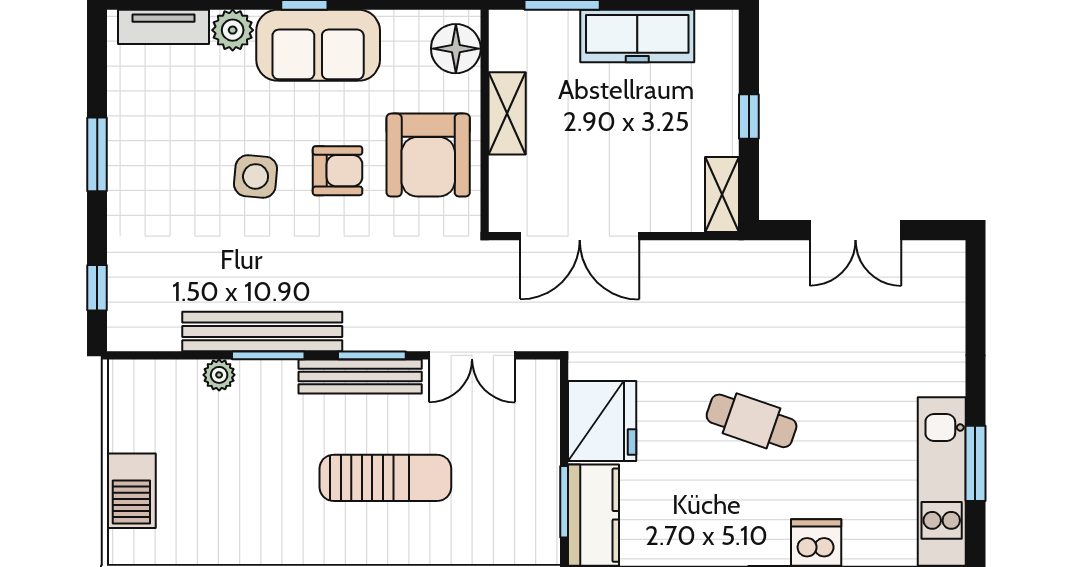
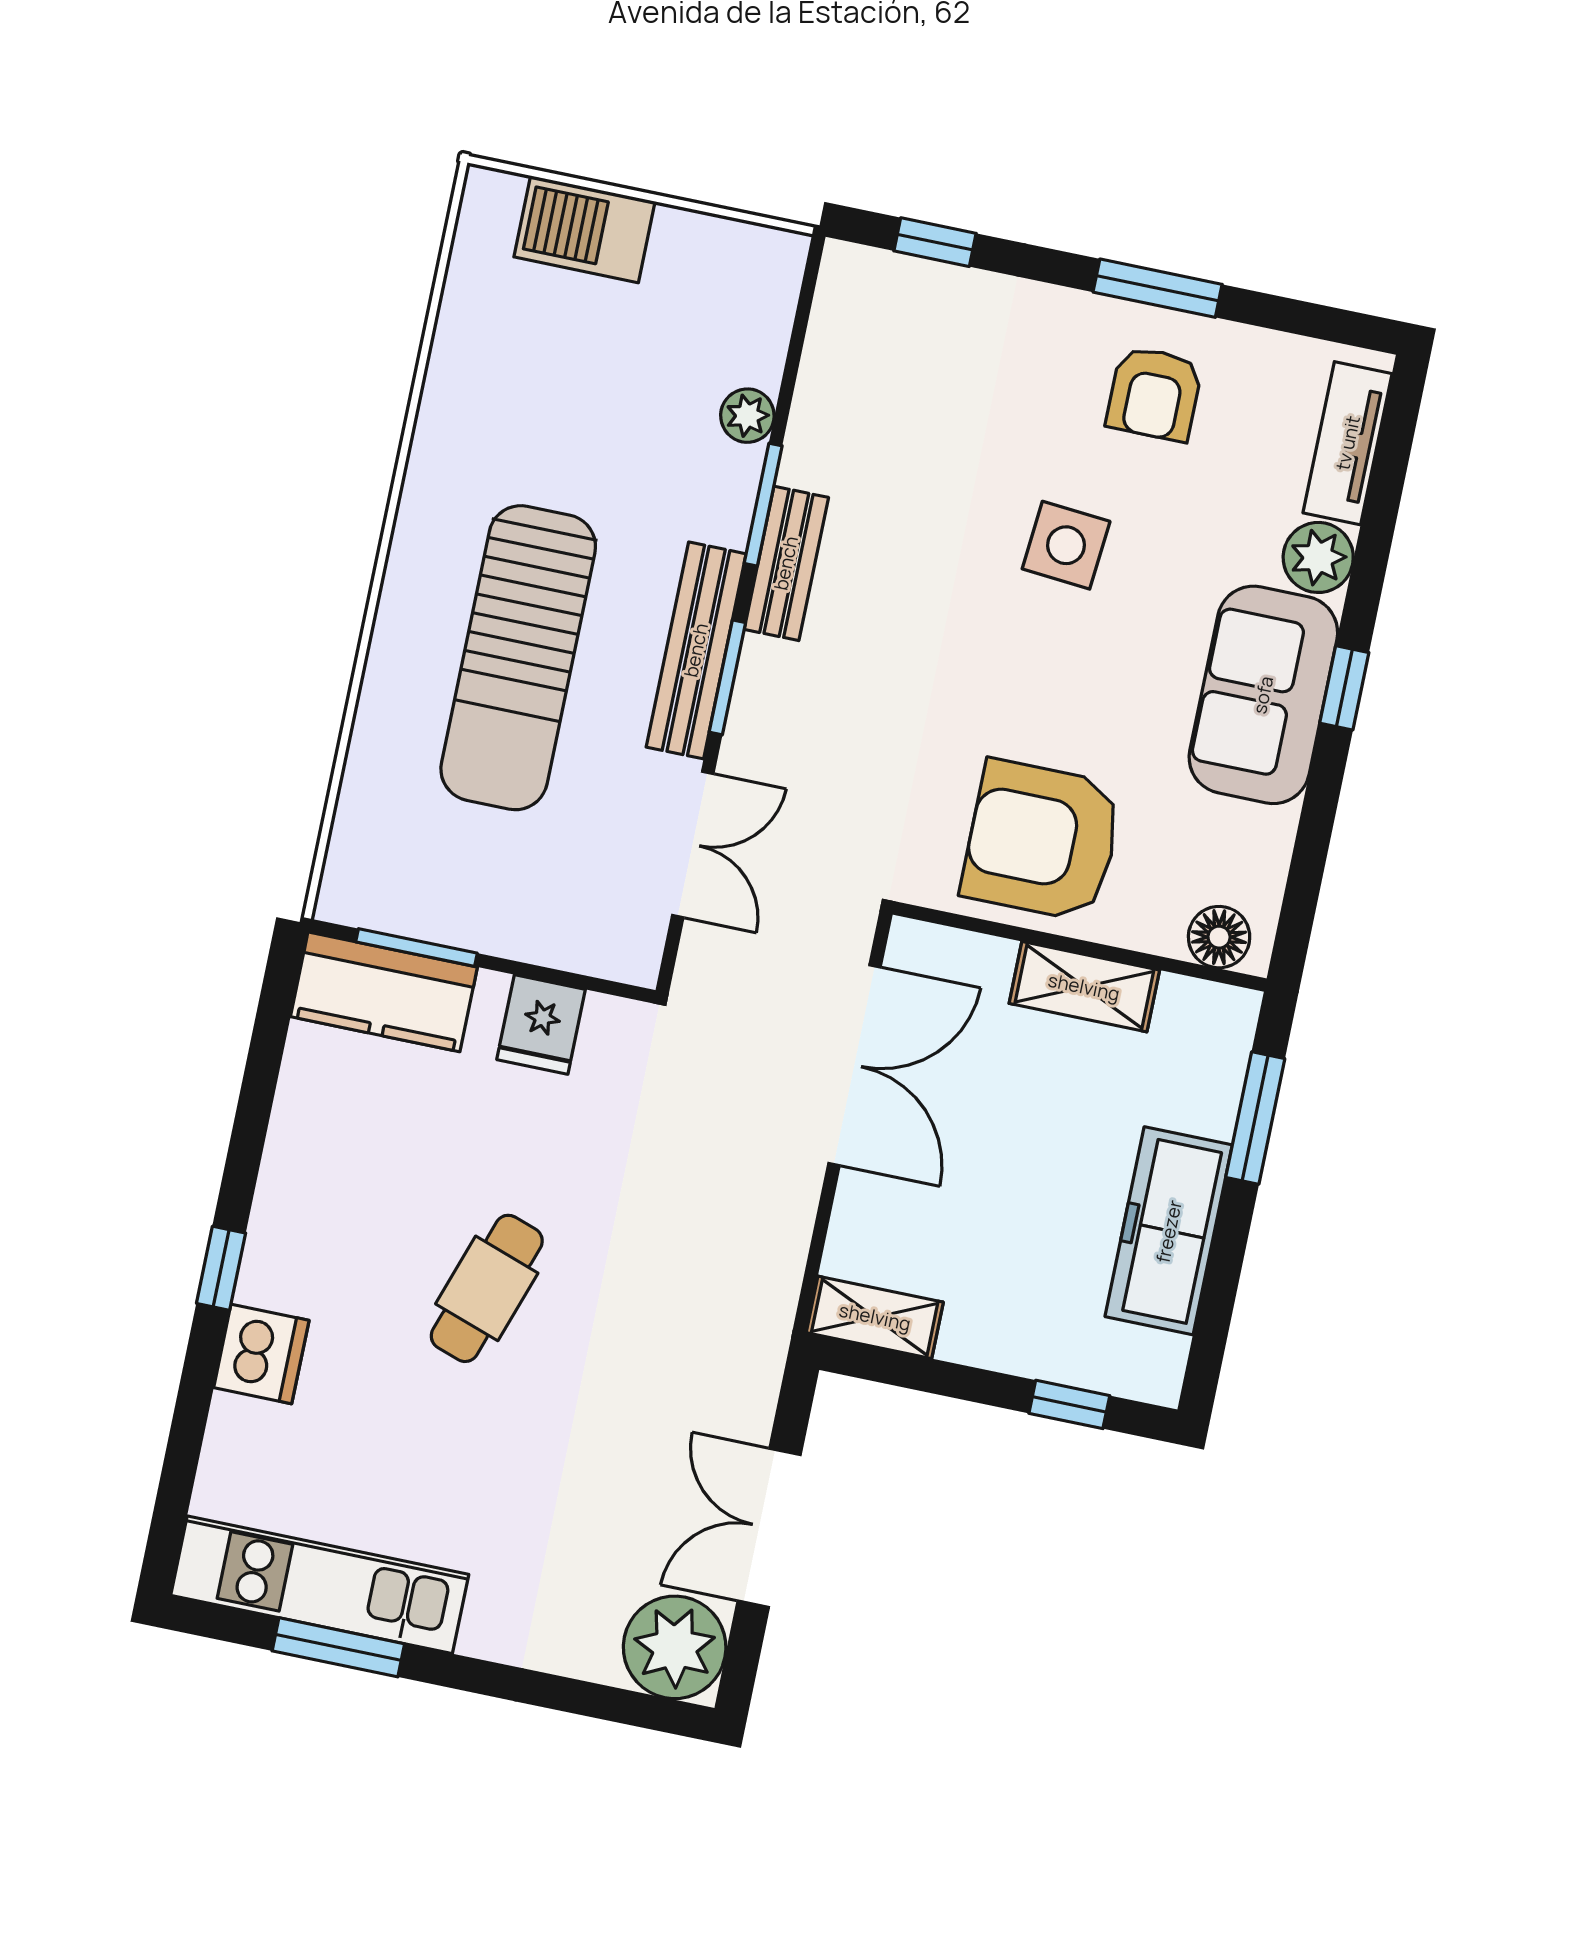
floor lamp: (456, 49) -> (1219, 937), width x0.73, depth x0.73
window: (749, 117) -> (1069, 1404), moved
armchair: (338, 171) -> (1154, 394), moved
double door: (580, 236) -> (855, 1065), swing flipped
plant: (935, 270) -> (675, 1647), added
bench: (262, 331) -> (786, 563), width x0.54, depth x0.82
double door: (472, 355) -> (693, 845), swing flipped
fridge: (602, 421) -> (541, 1025), width x0.53, depth x0.75
sun lounger: (385, 478) -> (518, 658), width x1.36, depth x1.34

